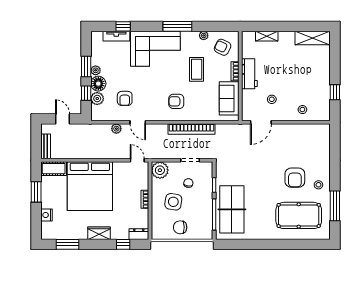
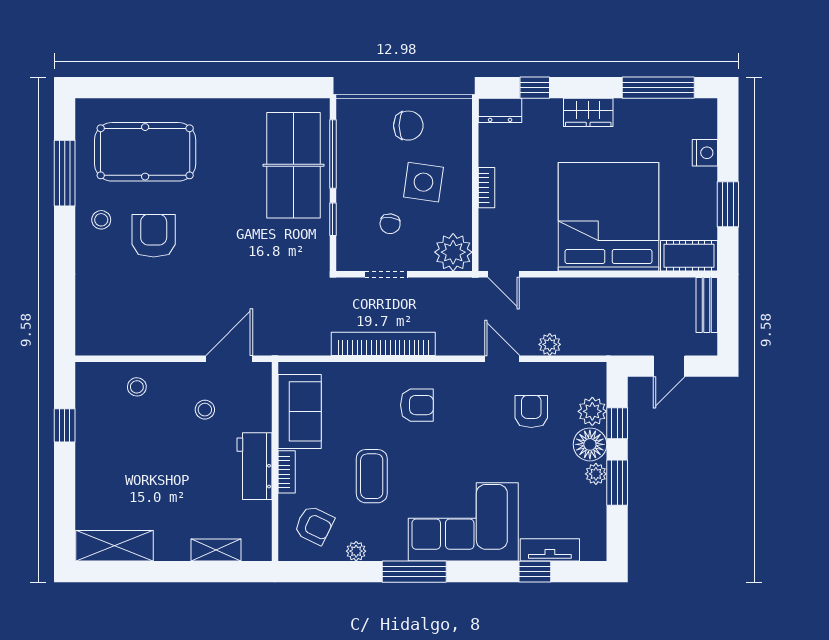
door: (63, 119) -> (669, 366), hinge flipped
window: (68, 244) -> (658, 88), width x1.44

